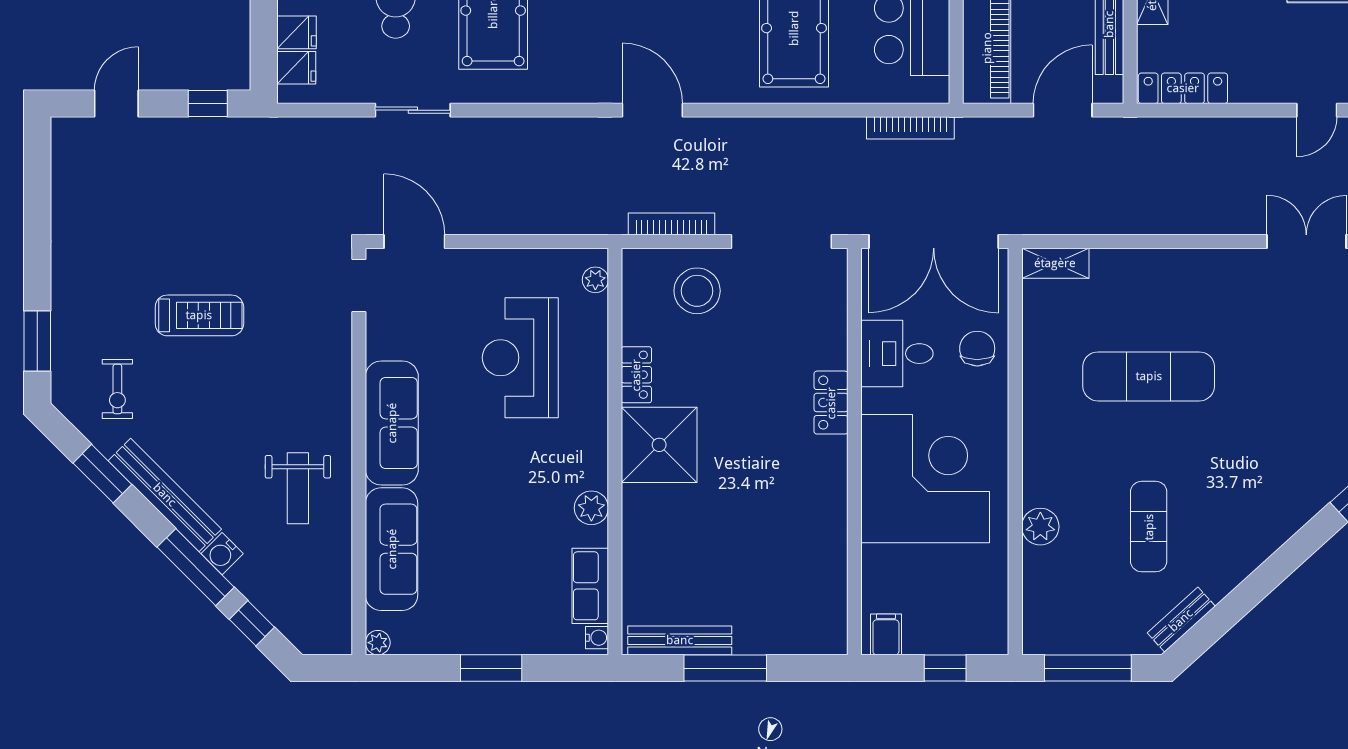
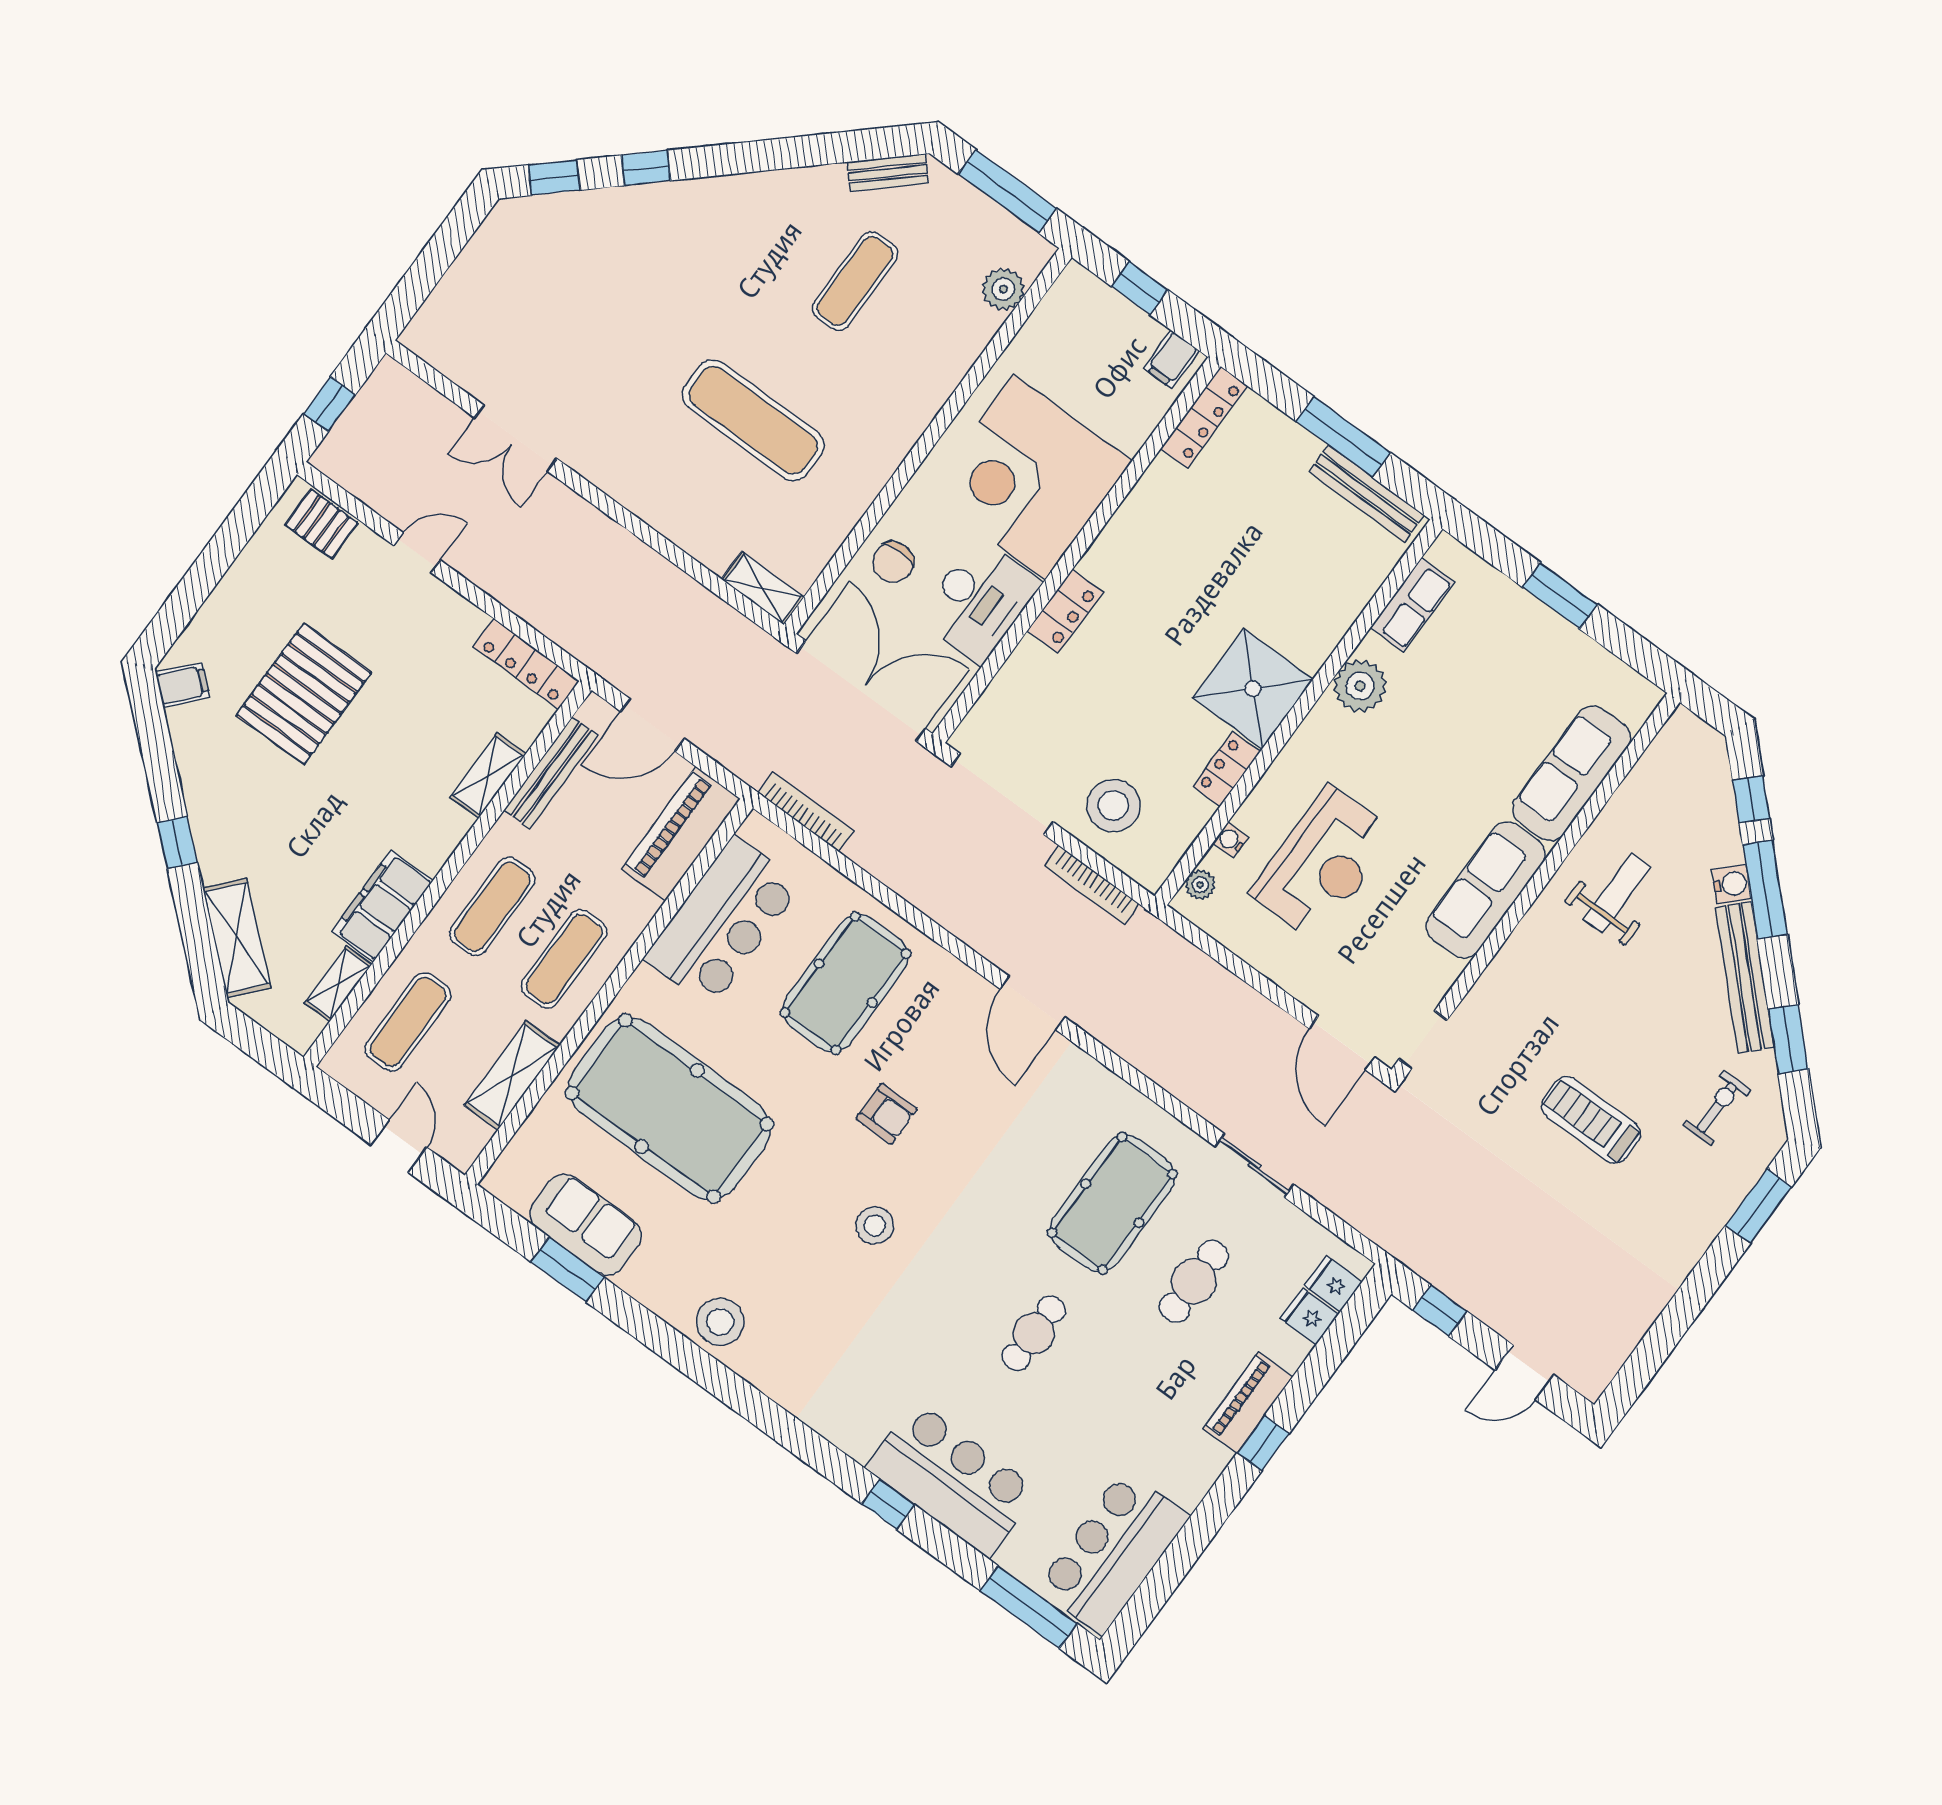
desk: (897, 354) -> (979, 600), width x1.37
plant: (591, 508) -> (1360, 686), width x1.36, depth x1.36
plant: (1040, 527) -> (1003, 289), moved
locker: (833, 611) -> (1204, 417), added
water cooler: (597, 638) -> (1231, 840), moved
plant: (378, 643) -> (1648, 696), removed

